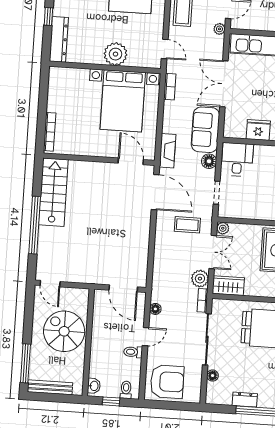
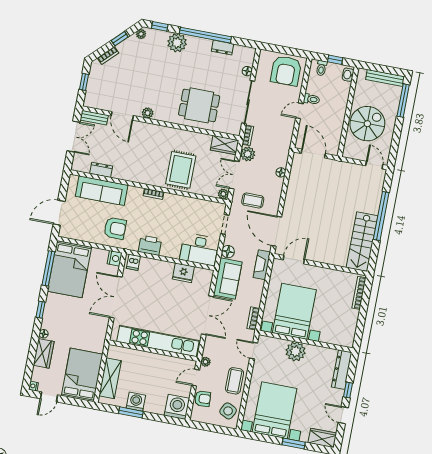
desk: (237, 160) -> (199, 249), width x1.37
door: (131, 161) -> (294, 260), swing flipped
floor lamp: (155, 309) -> (281, 172), moved
spiral stairs: (64, 331) -> (367, 124), turned -90
armchair: (167, 382) -> (286, 71), turned -90

